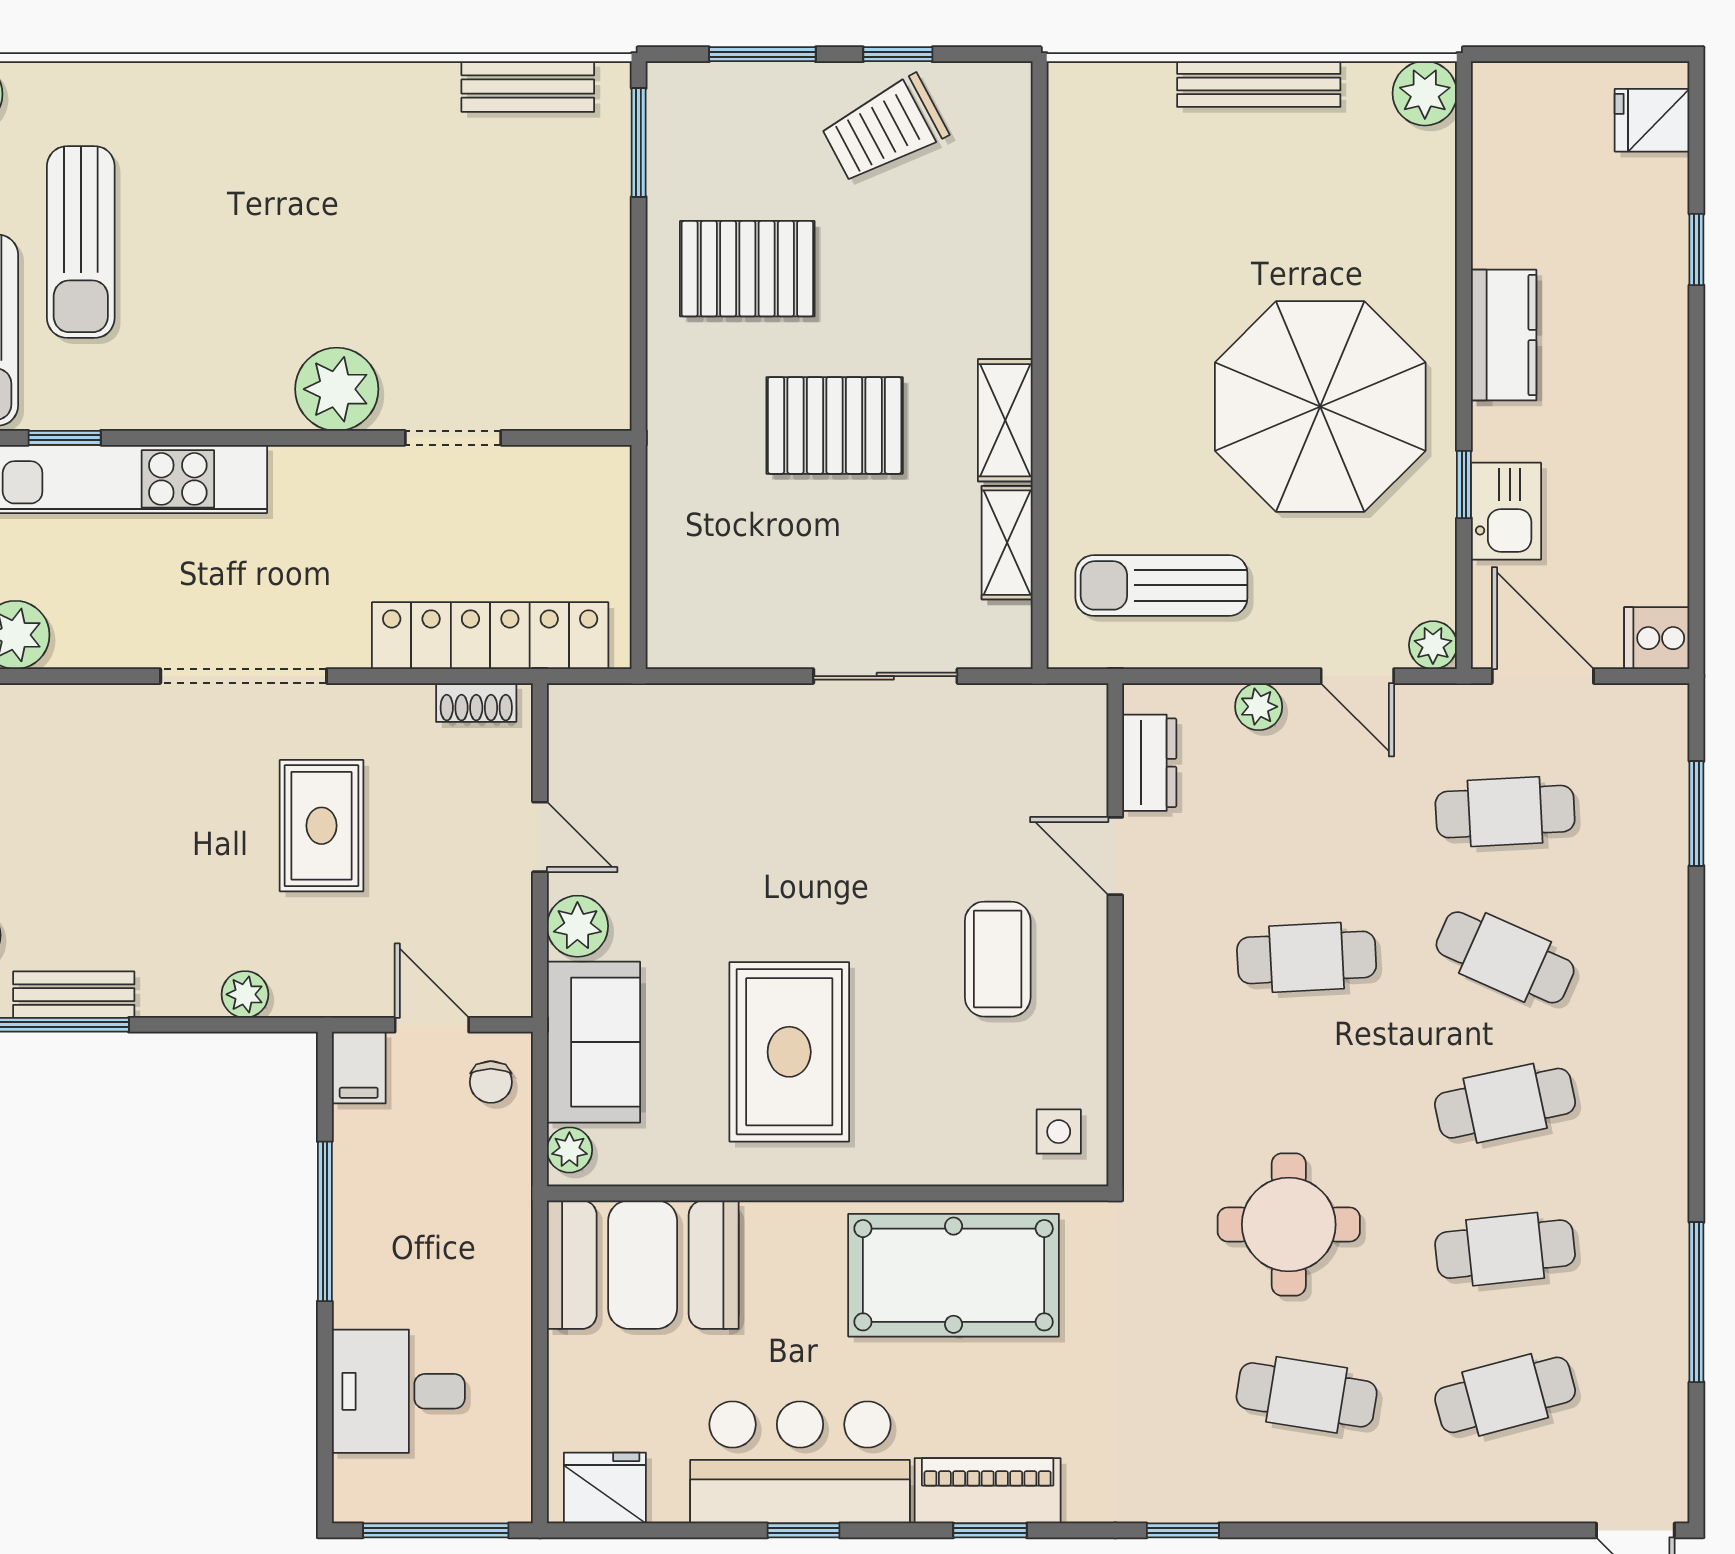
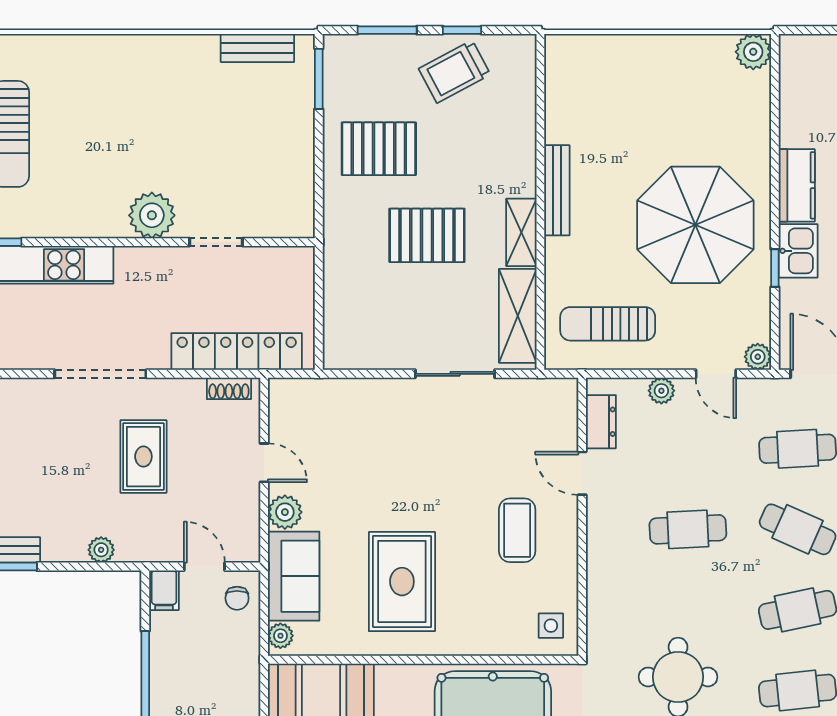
bench: (1259, 84) -> (557, 190), moved, turned 90
kitchen sink: (1506, 511) -> (798, 251), moved
shelving: (1007, 543) -> (518, 316), width x1.50, depth x1.33

